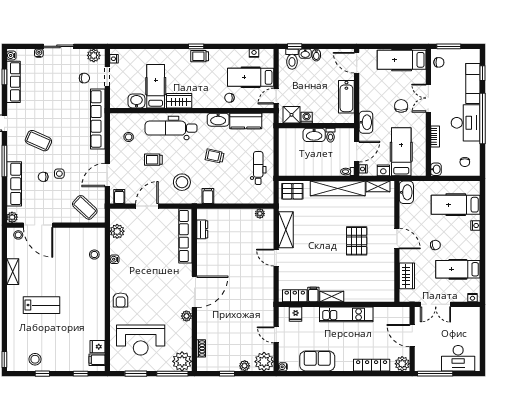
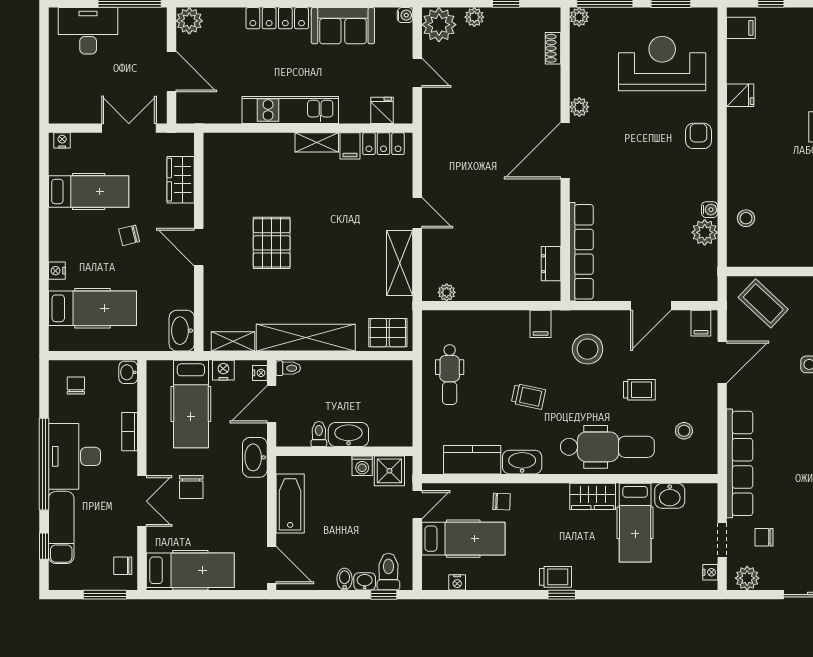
plant: (117, 231) -> (705, 232), moved
fridge: (98, 347) -> (740, 95), moved
plant: (182, 361) -> (579, 17), width x0.53, depth x0.53
locker: (372, 365) -> (277, 18), moved

